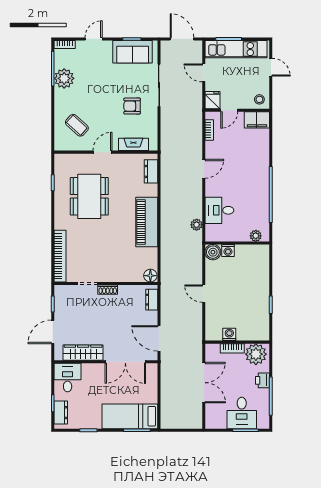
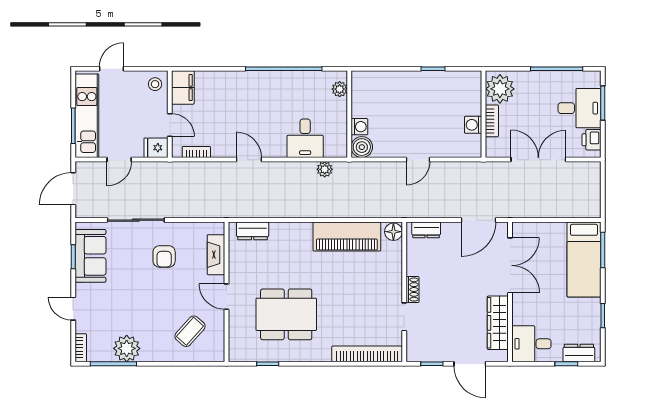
piano: (147, 222) -> (347, 237), moved
printer: (262, 380) -> (592, 140), moved, turned 90

